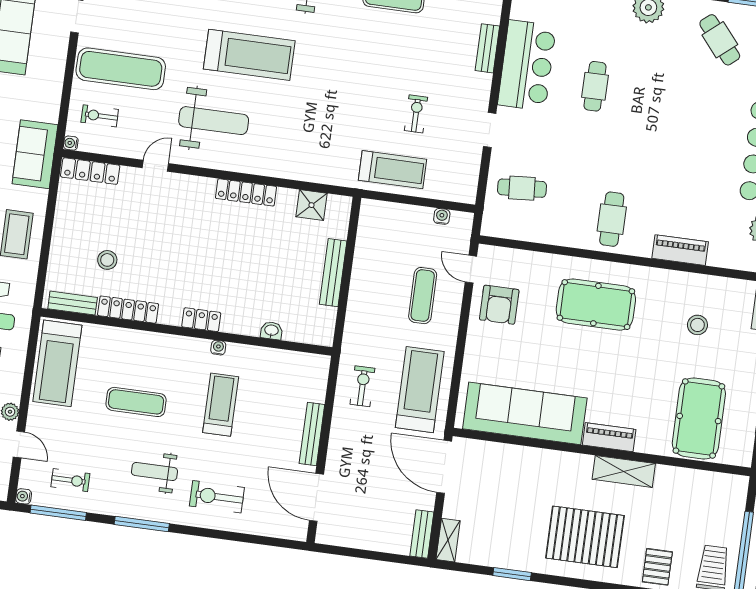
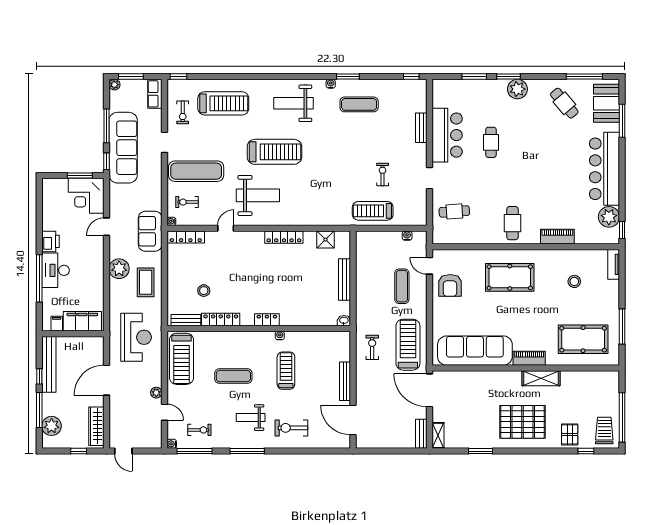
treadmill: (393, 170) -> (373, 211), turned 180
washbasin: (271, 331) -> (344, 321), moved
pool table: (699, 418) -> (583, 339), turned 90

